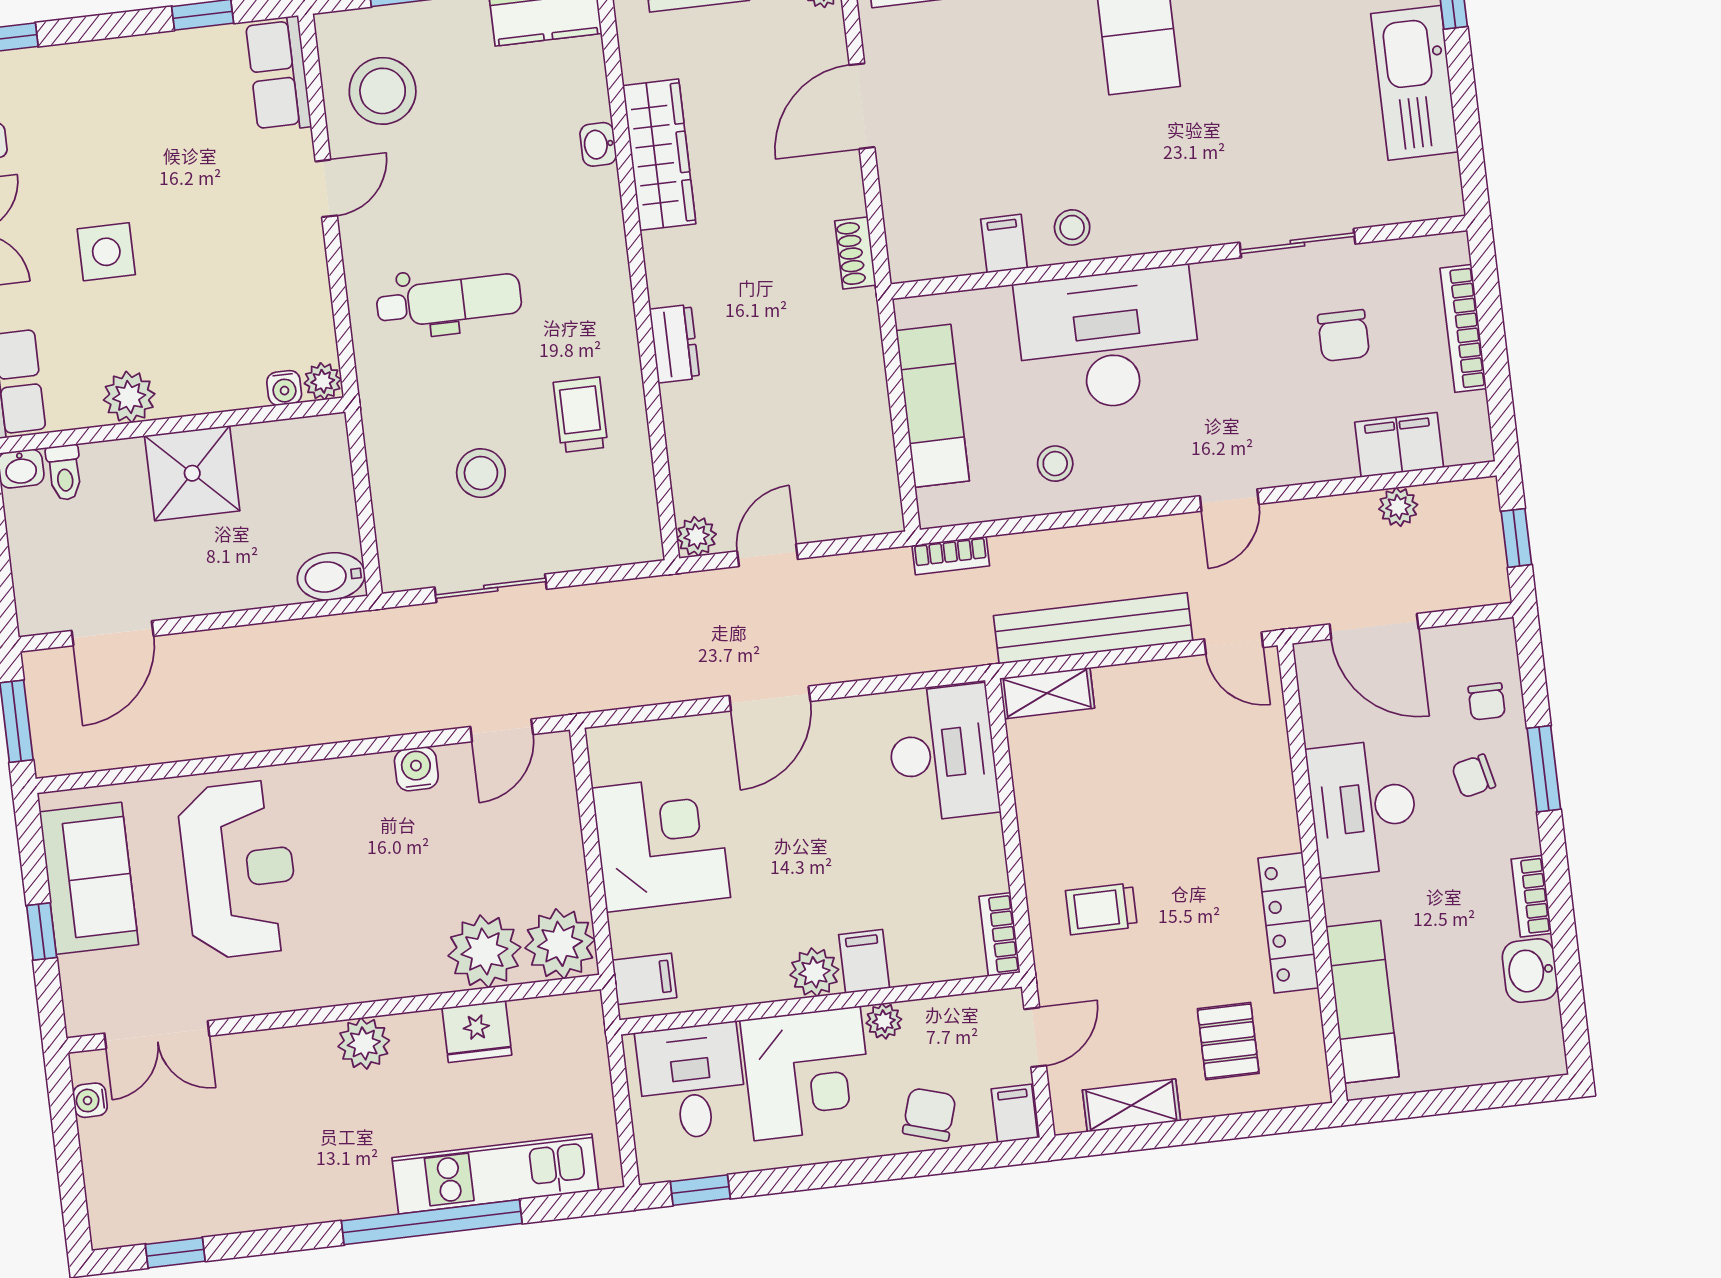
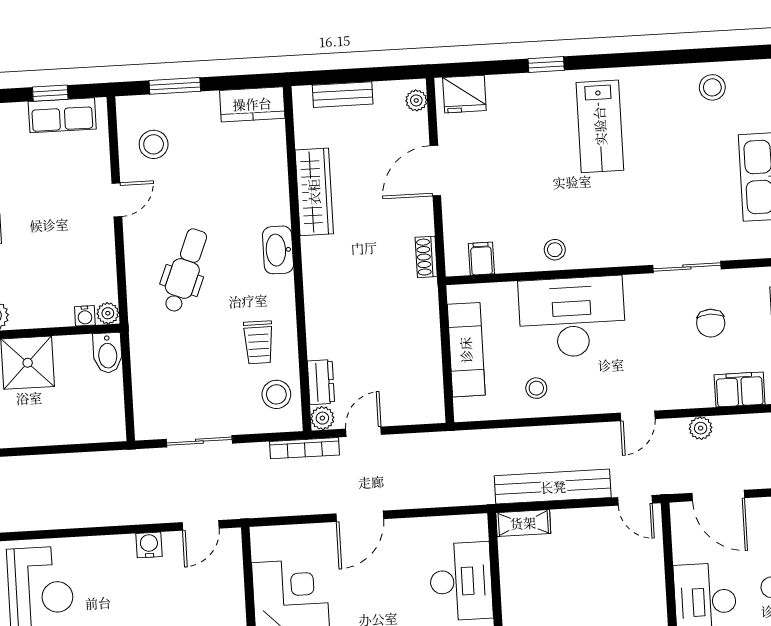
row of seats: (278, 74) -> (62, 115), moved, turned -90
stool: (383, 91) -> (154, 144), width x0.73, depth x0.73
washbasin: (598, 144) -> (278, 250), moved, width x1.91, depth x1.45
filing cabinet: (1004, 244) -> (481, 259), moved
dental chair: (449, 301) -> (185, 270), turned -68
dresser: (674, 344) -> (321, 382), moved
trolley: (581, 415) -> (259, 342), turned 180
stool: (481, 473) -> (276, 394), moved
plant: (1398, 507) -> (701, 428), moved
bookcase: (951, 556) -> (305, 448), moved, width x1.56
bidet: (331, 576) -> (108, 353), moved, turned -90
desk: (942, 753) -> (461, 581), moved

